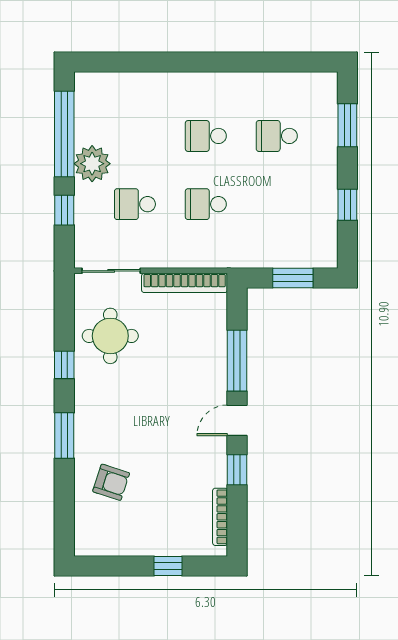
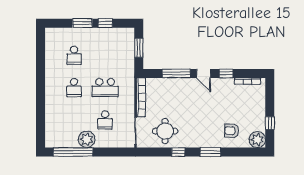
window: (347, 125) -> (82, 23), moved
school desk: (206, 204) -> (105, 88), width x1.85
window: (64, 210) -> (108, 152), removed
armchair: (111, 482) -> (232, 131), turned -107
plant: (92, 539) -> (257, 140), added
window: (168, 566) -> (270, 123), moved

